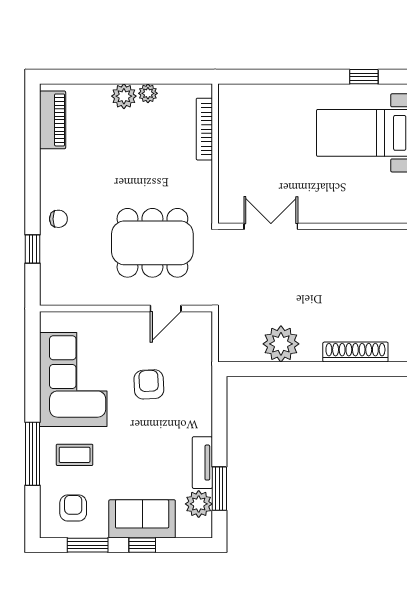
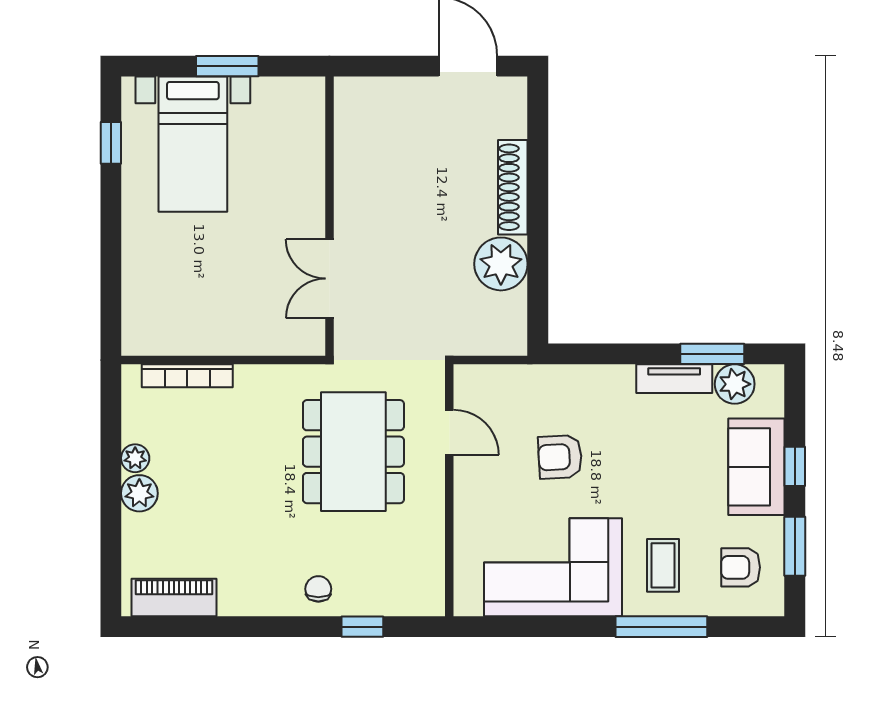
shoe rack: (355, 352) -> (513, 187), moved

